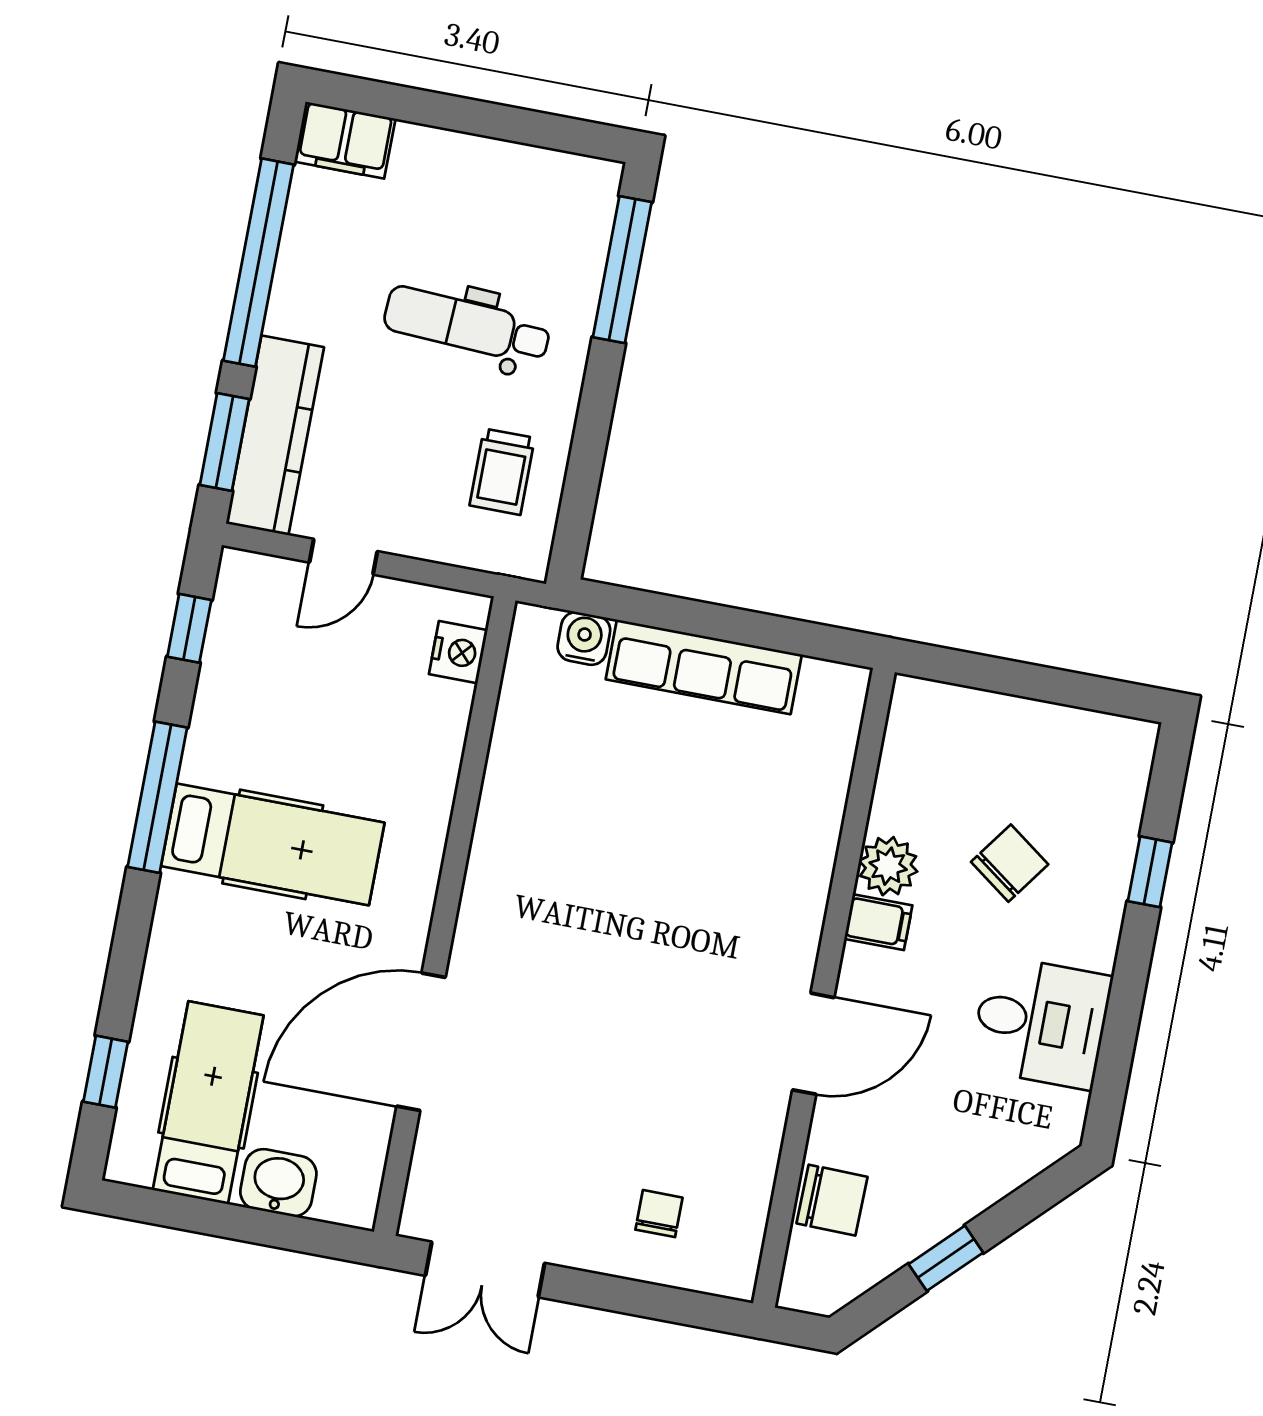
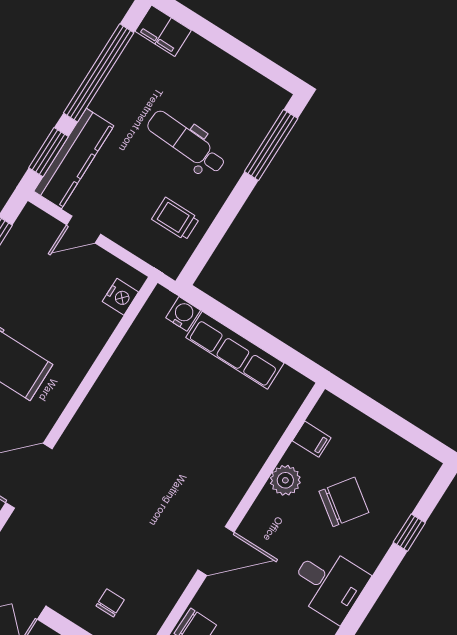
trolley: (502, 472) -> (176, 219), turned 90
chair: (1010, 863) -> (344, 502), width x1.37, depth x1.37
filing cabinet: (878, 922) -> (312, 439), moved

